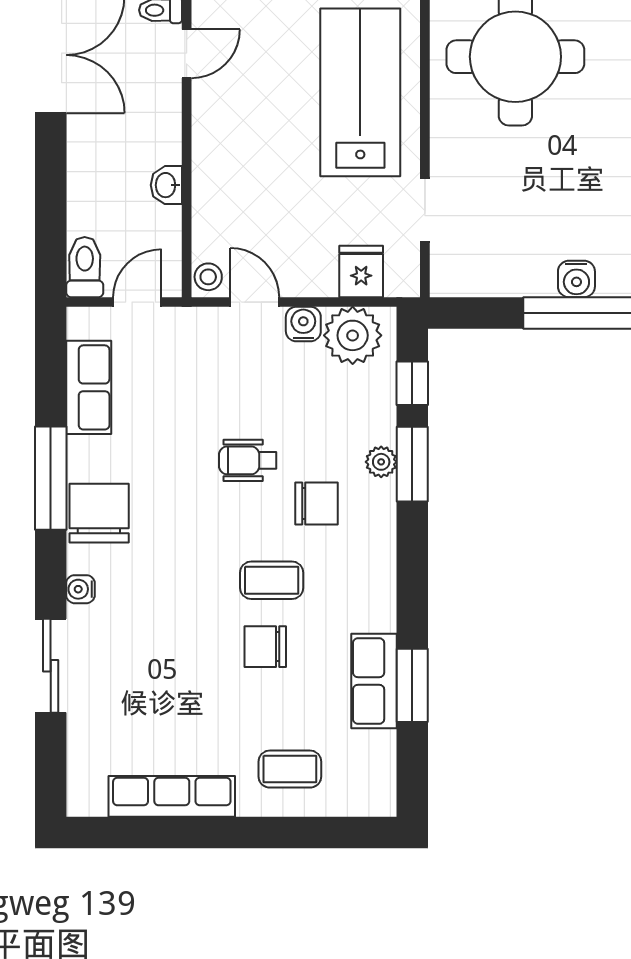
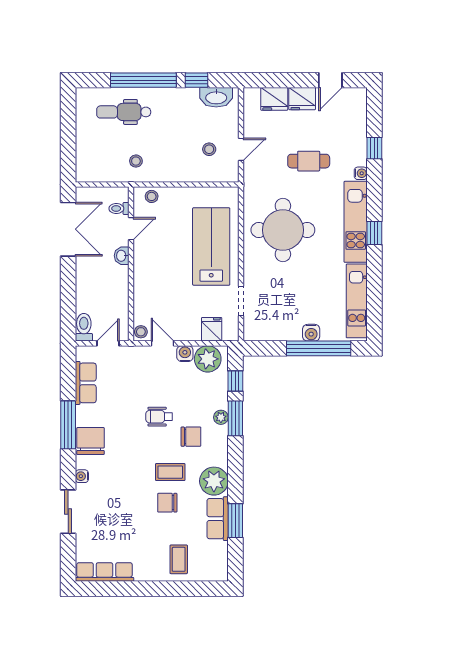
washbasin: (166, 185) -> (122, 256), moved
plant: (366, 600) -> (214, 481), added
coffee table: (290, 769) -> (179, 559), turned 90
row of seats: (172, 796) -> (104, 572), moved

